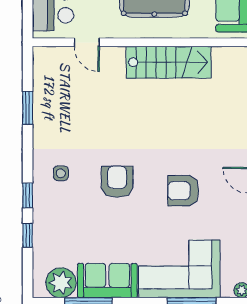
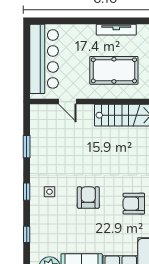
window: (28, 196) -> (27, 192), moved

